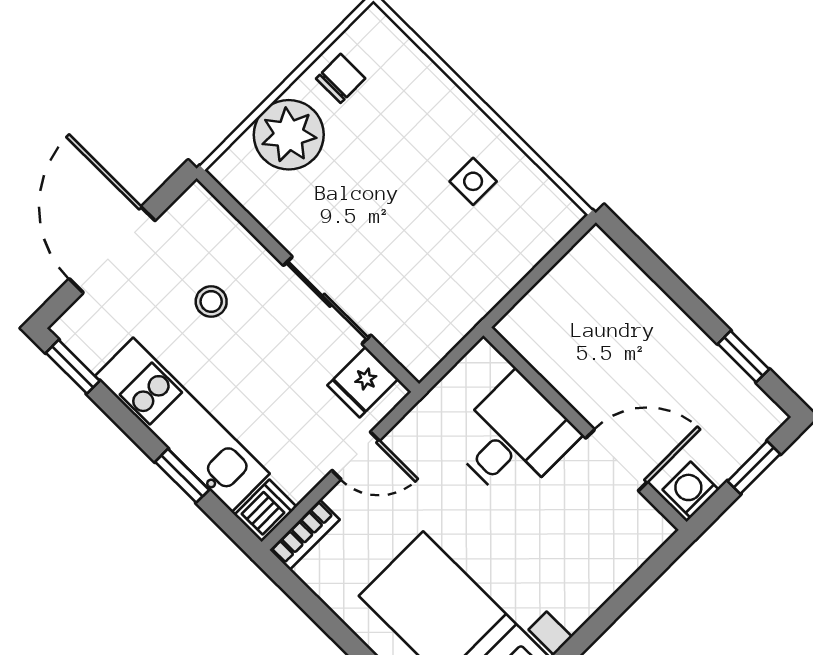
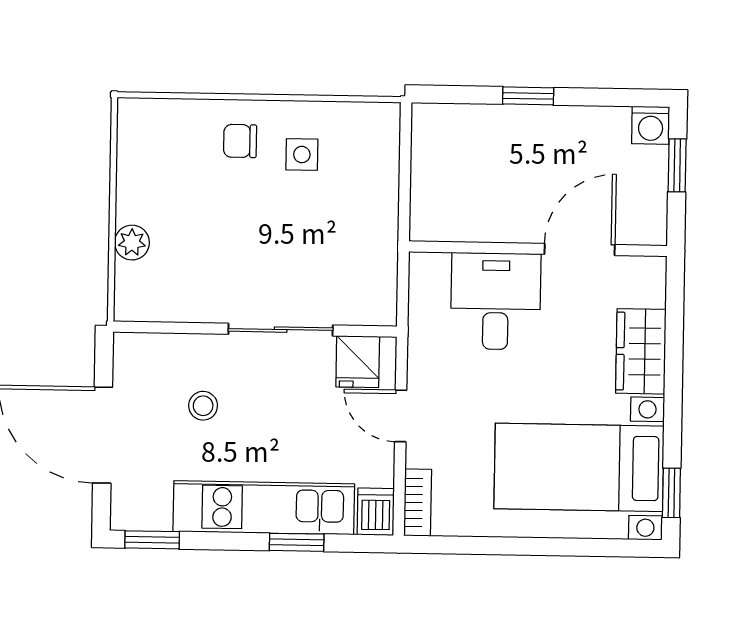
chair: (341, 78) -> (240, 141), moved, turned -90
plant: (289, 135) -> (132, 243), width x0.53, depth x0.53
window: (743, 356) -> (528, 96), moved
door: (356, 456) -> (401, 416), swing flipped
washing machine: (691, 490) -> (651, 125), moved, turned -90
wardrobe: (588, 584) -> (641, 351), added

